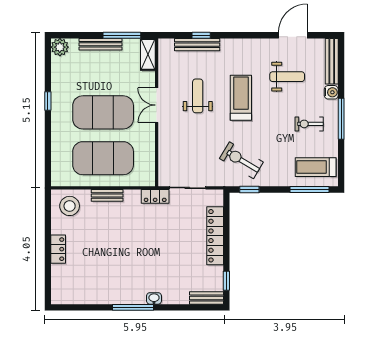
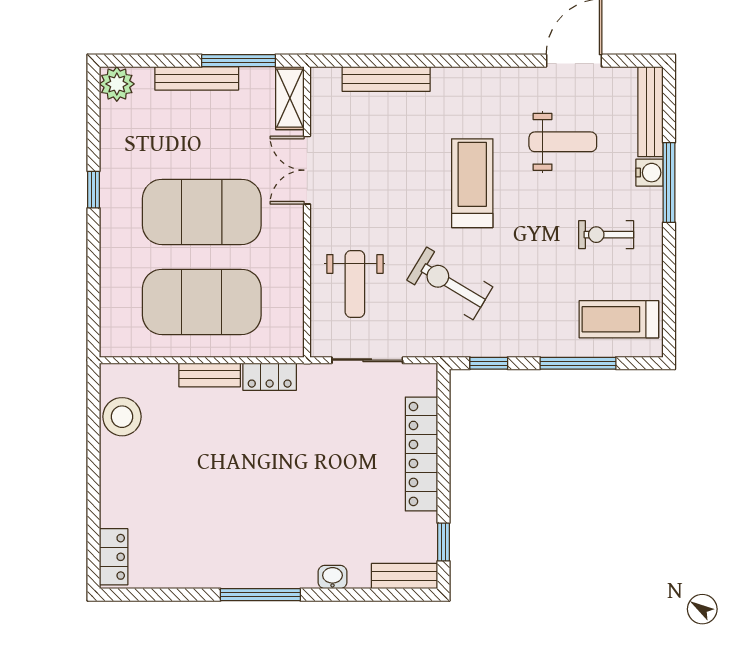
window: (201, 35) -> (394, 61), removed
weight bench: (198, 96) -> (355, 284), moved, turned 180
double door: (157, 105) -> (307, 170), moved
window: (341, 119) -> (669, 182), moved
exercise bike: (241, 160) -> (450, 283), moved
window: (309, 189) -> (578, 363), moved
locker: (155, 196) -> (270, 377), moved
stool: (70, 206) -> (122, 417), moved
locker: (58, 249) -> (114, 557), moved
washbasin: (154, 298) -> (332, 577), moved

